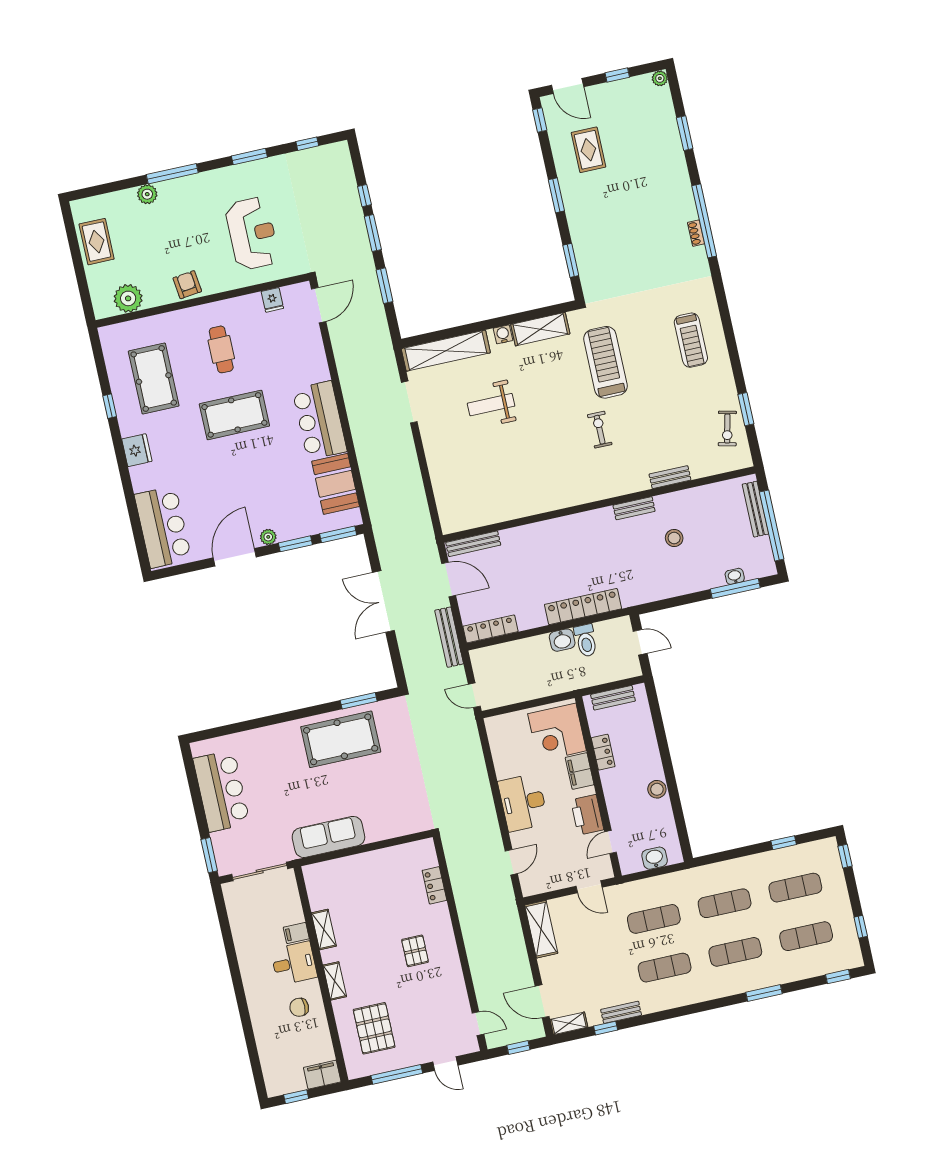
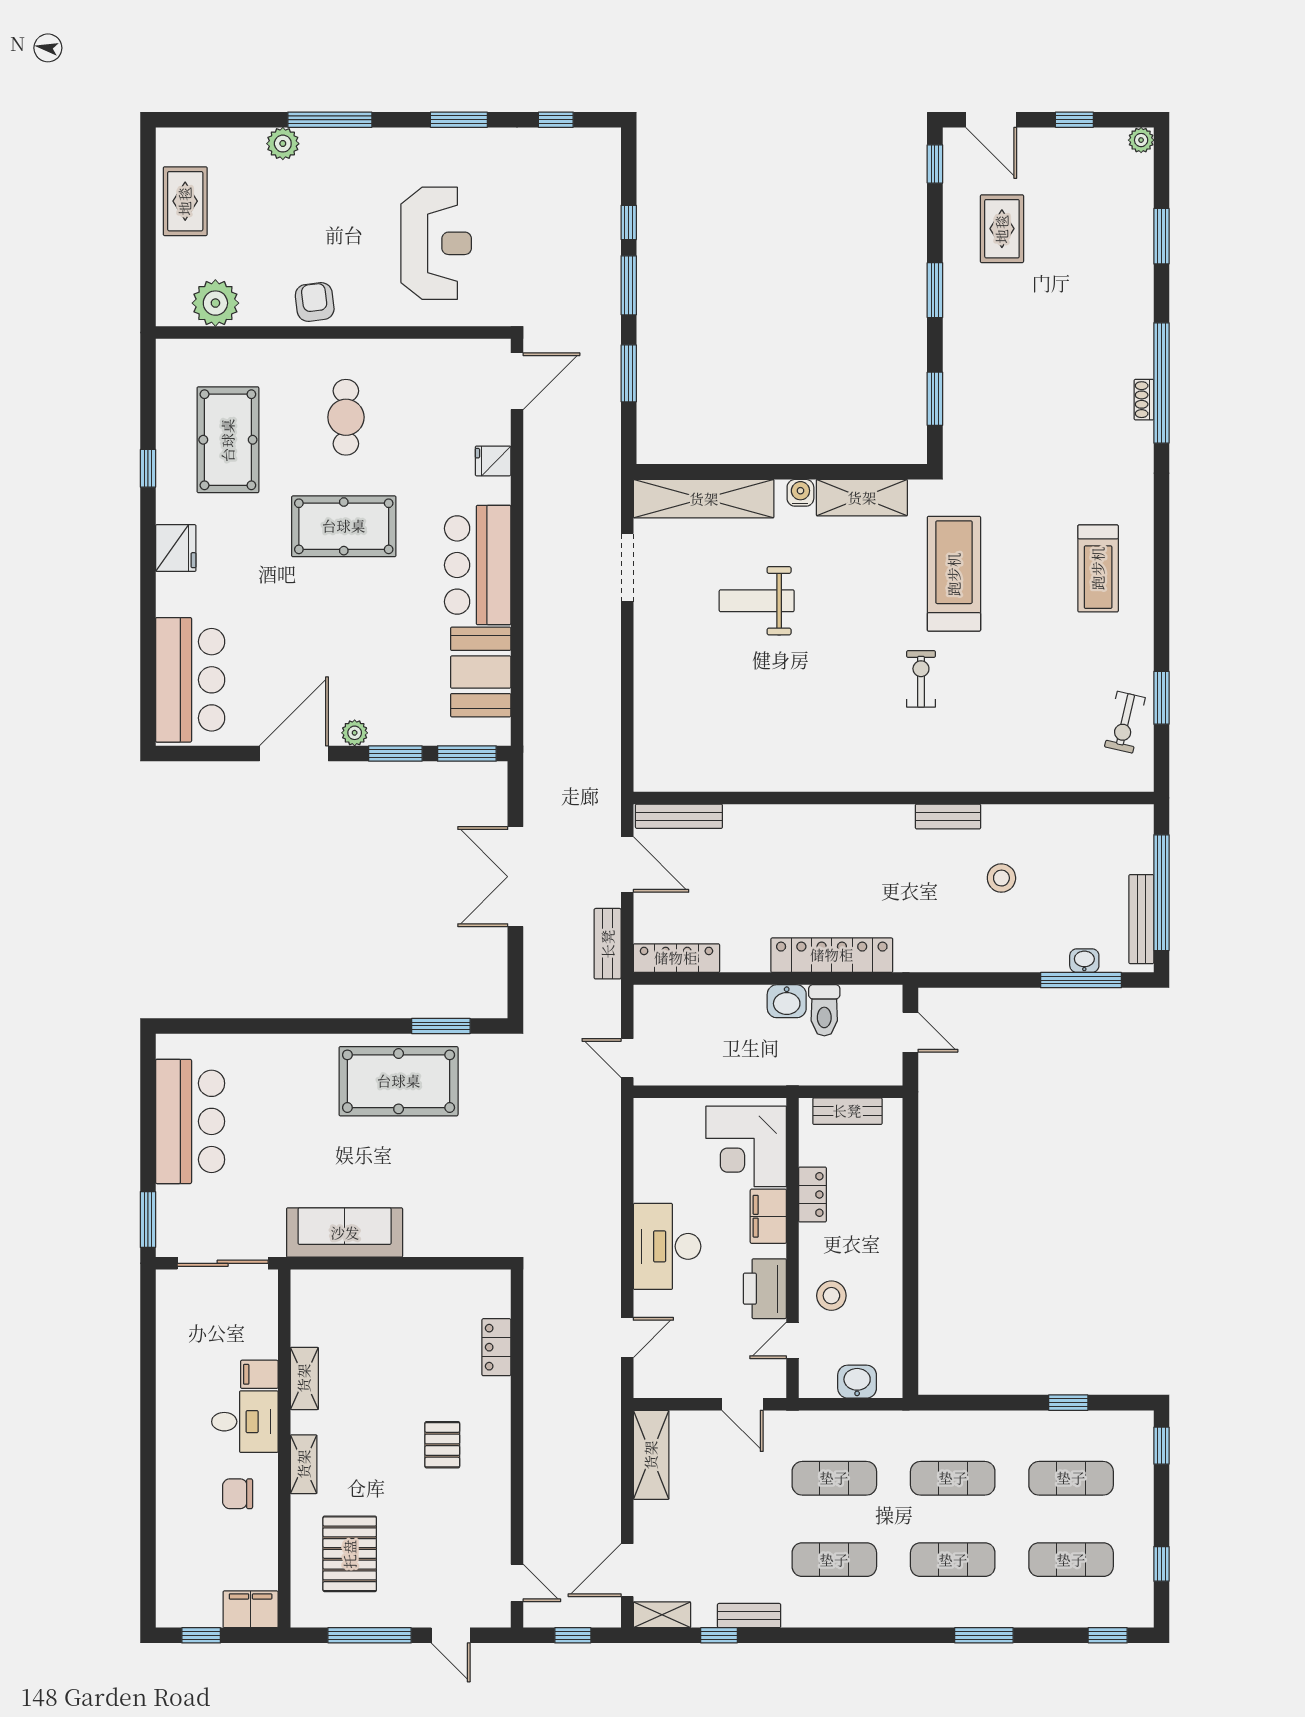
fridge: (272, 300) -> (493, 461), moved, turned 90
bench: (670, 477) -> (1016, 779), removed
bench: (755, 509) -> (1141, 919), moved
bench: (449, 637) -> (608, 944), width x0.73
stool: (657, 789) -> (831, 1296), moved
door: (542, 1001) -> (627, 1570), hinge flipped

